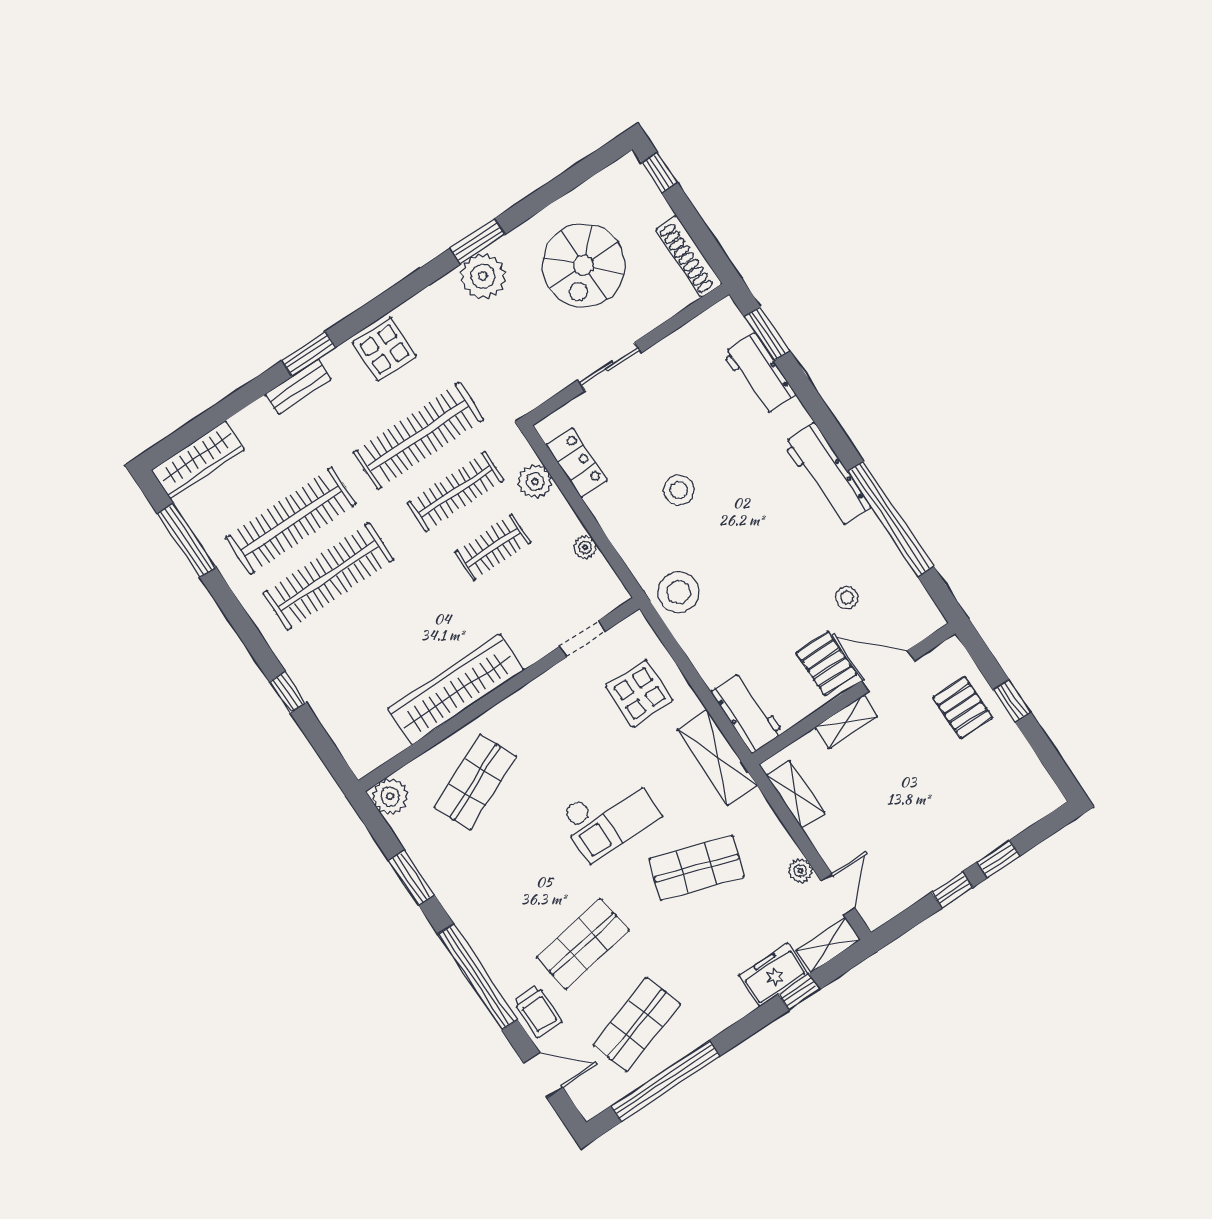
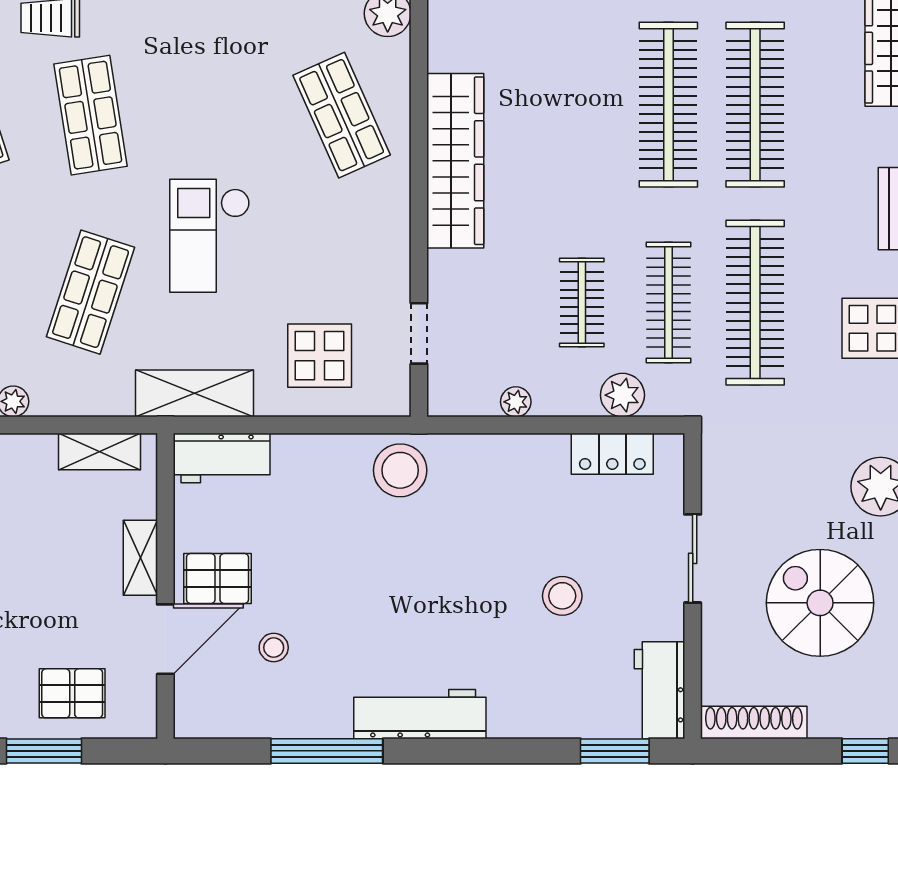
workbench: (759, 374) -> (659, 690), moved, turned -90
stool: (679, 490) -> (562, 596), moved
window: (891, 519) -> (327, 751), width x0.68
window: (1012, 701) -> (44, 751), width x1.50

